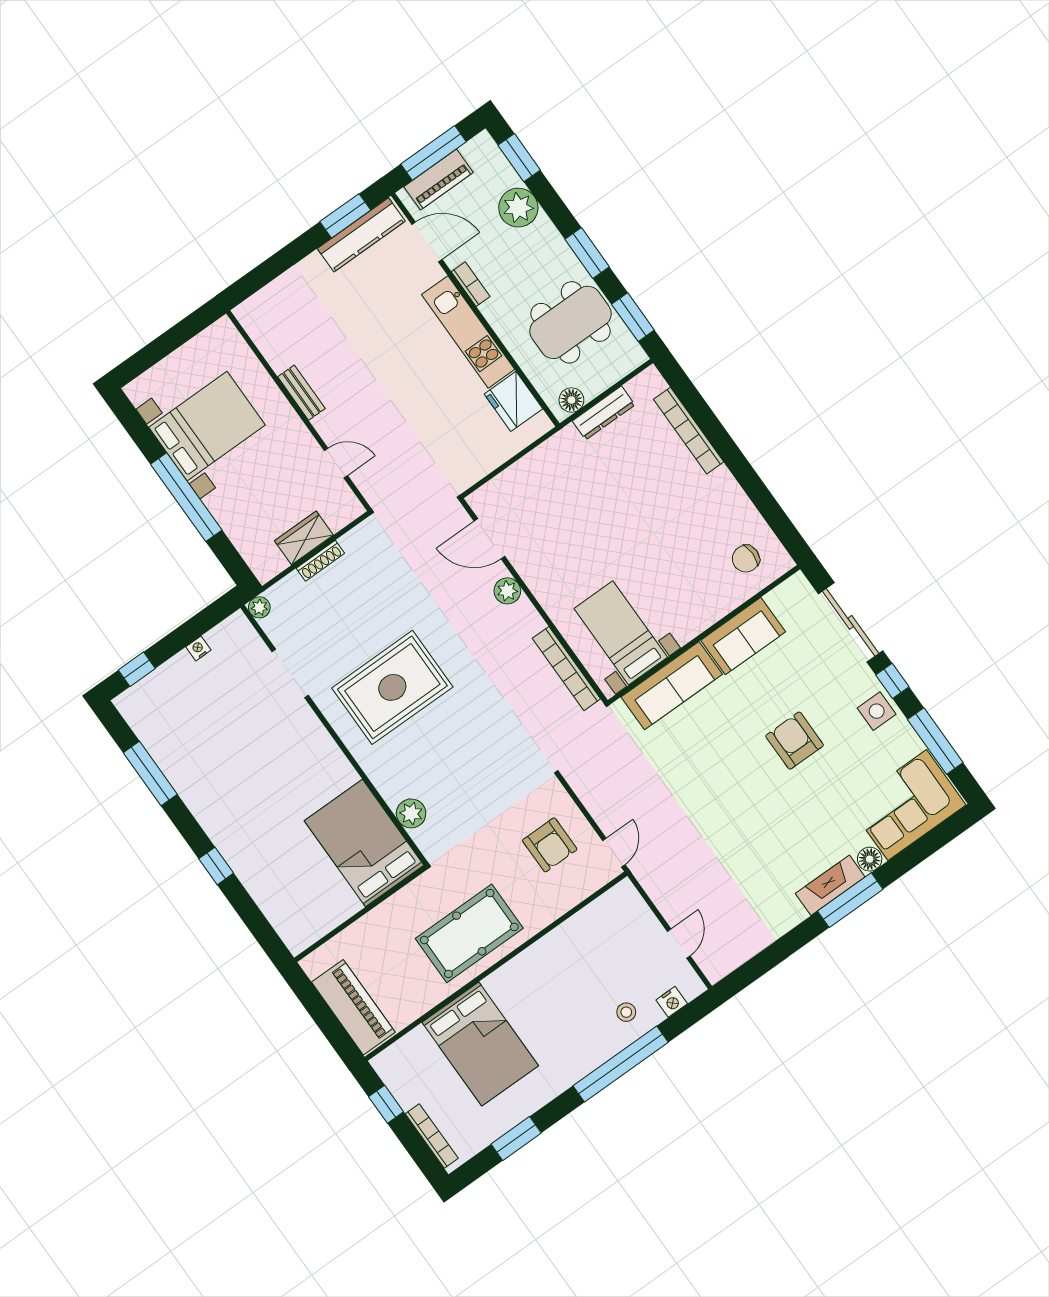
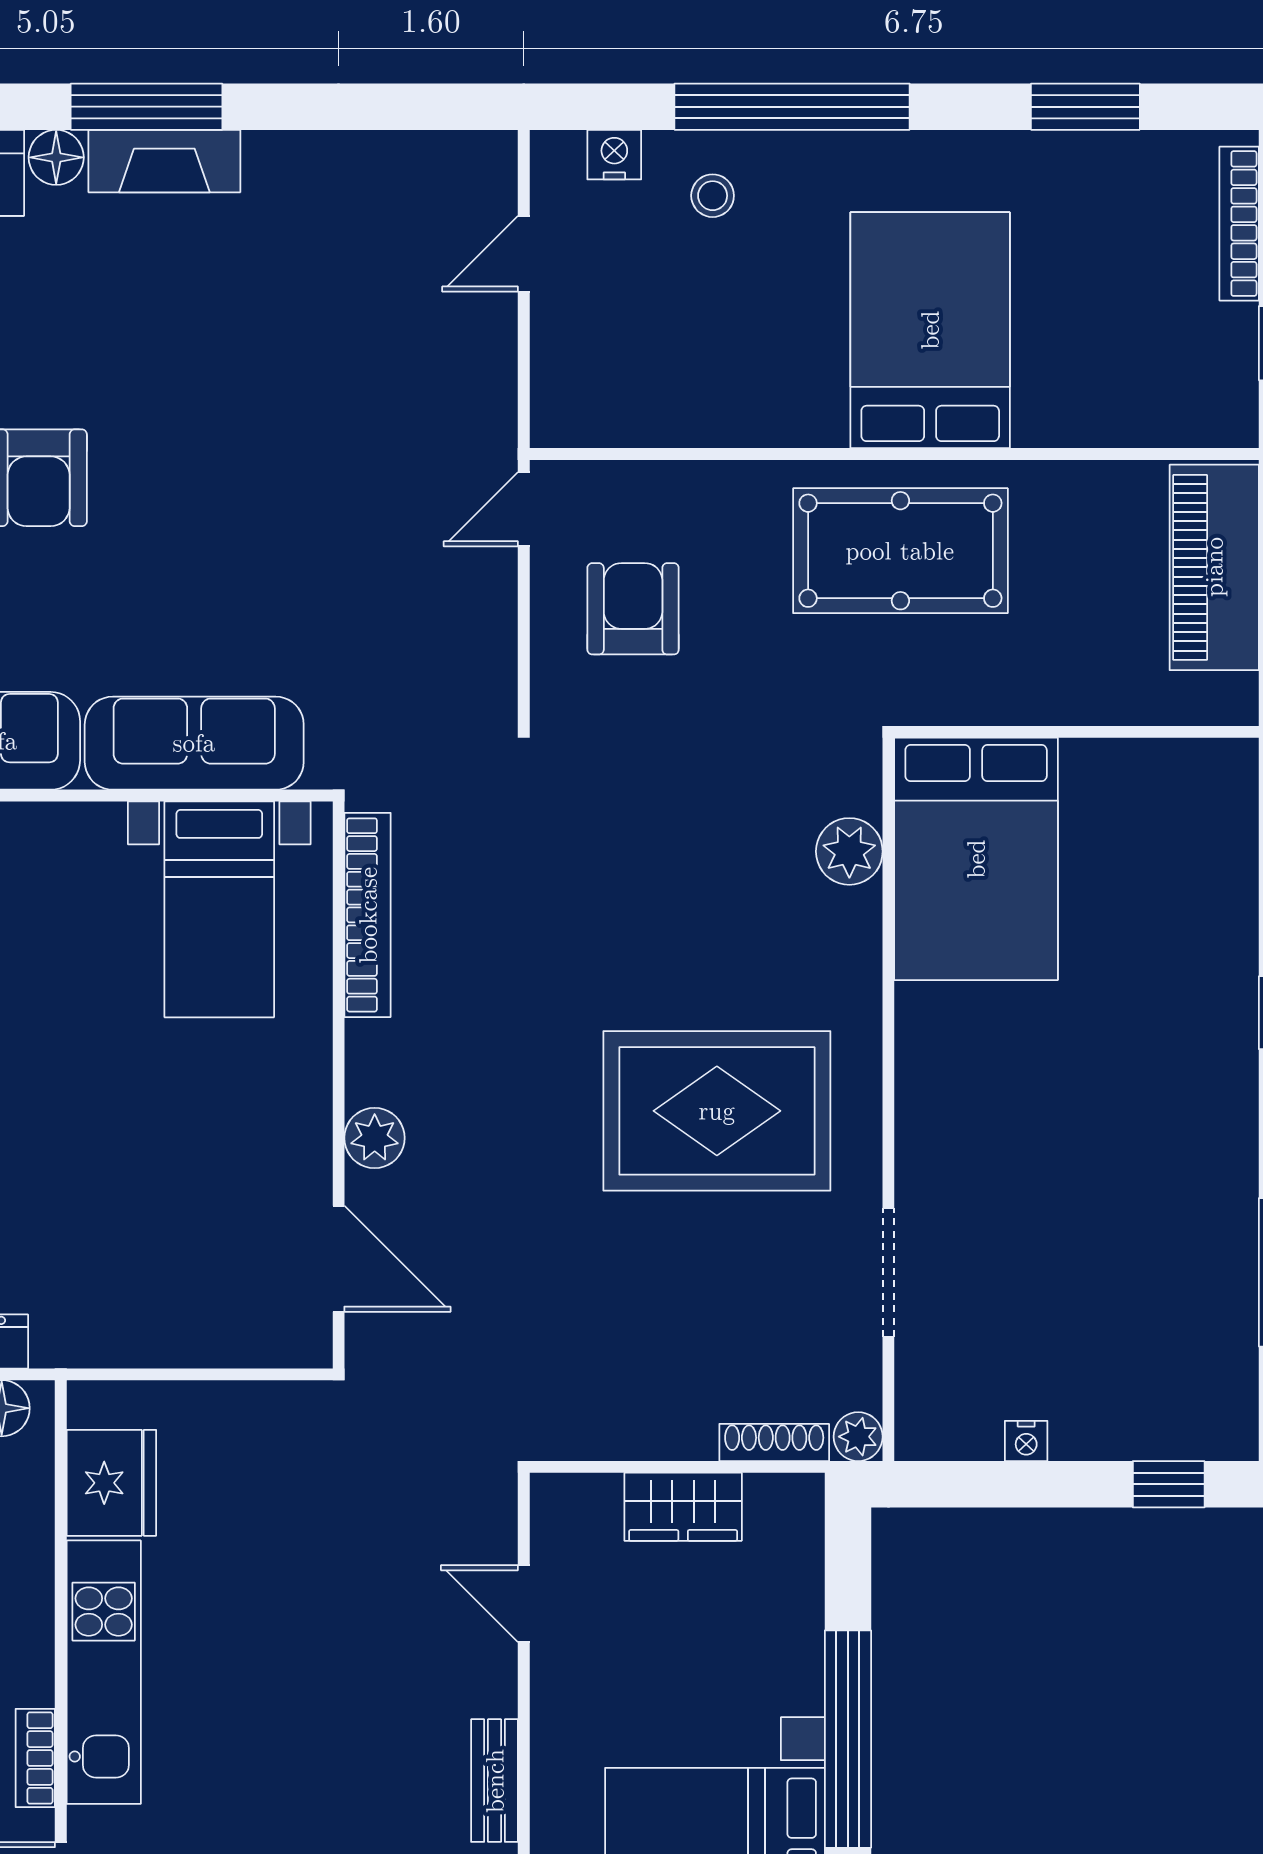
shoe rack: (320, 561) -> (774, 1442), moved
bed: (480, 1044) -> (930, 330), moved

